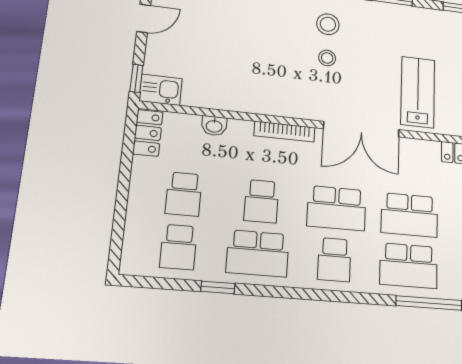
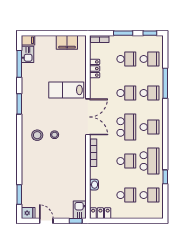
school desk: (409, 215) -> (126, 93), width x0.54
school desk: (409, 266) -> (149, 93), width x0.54

